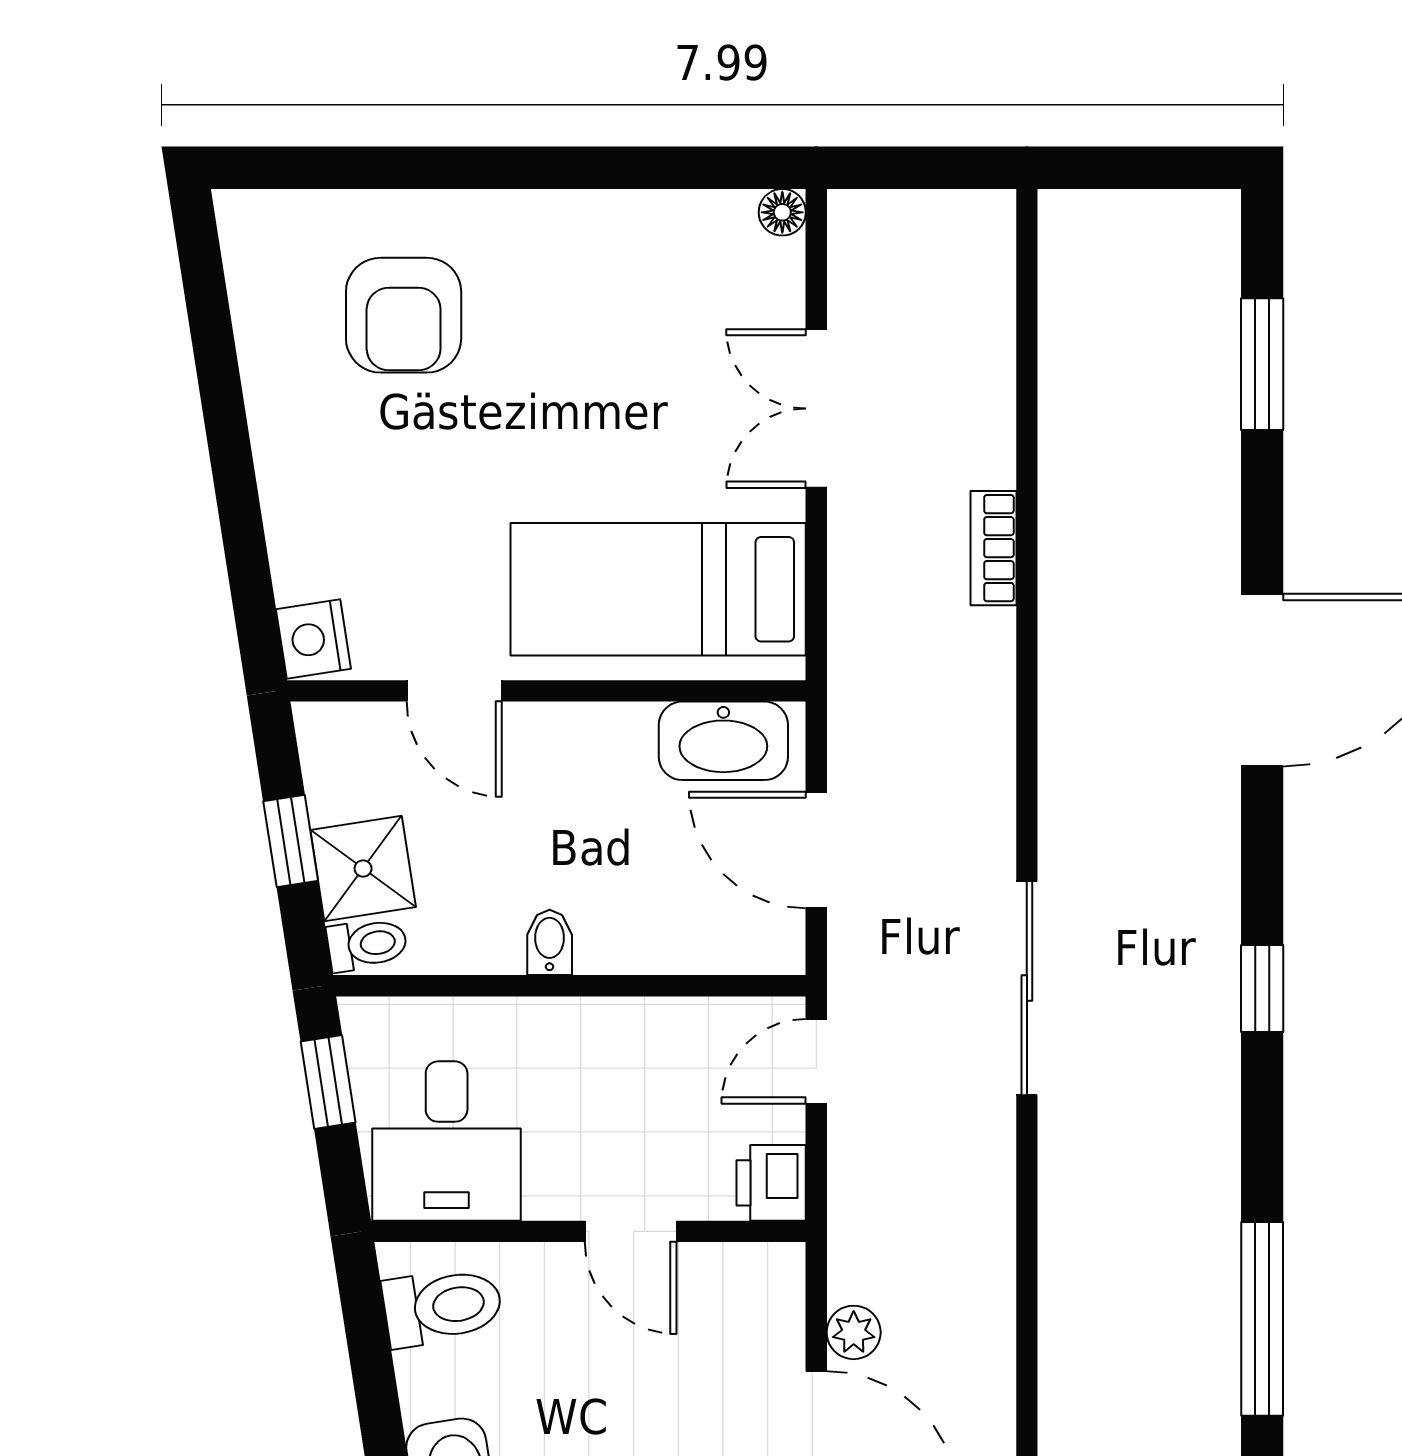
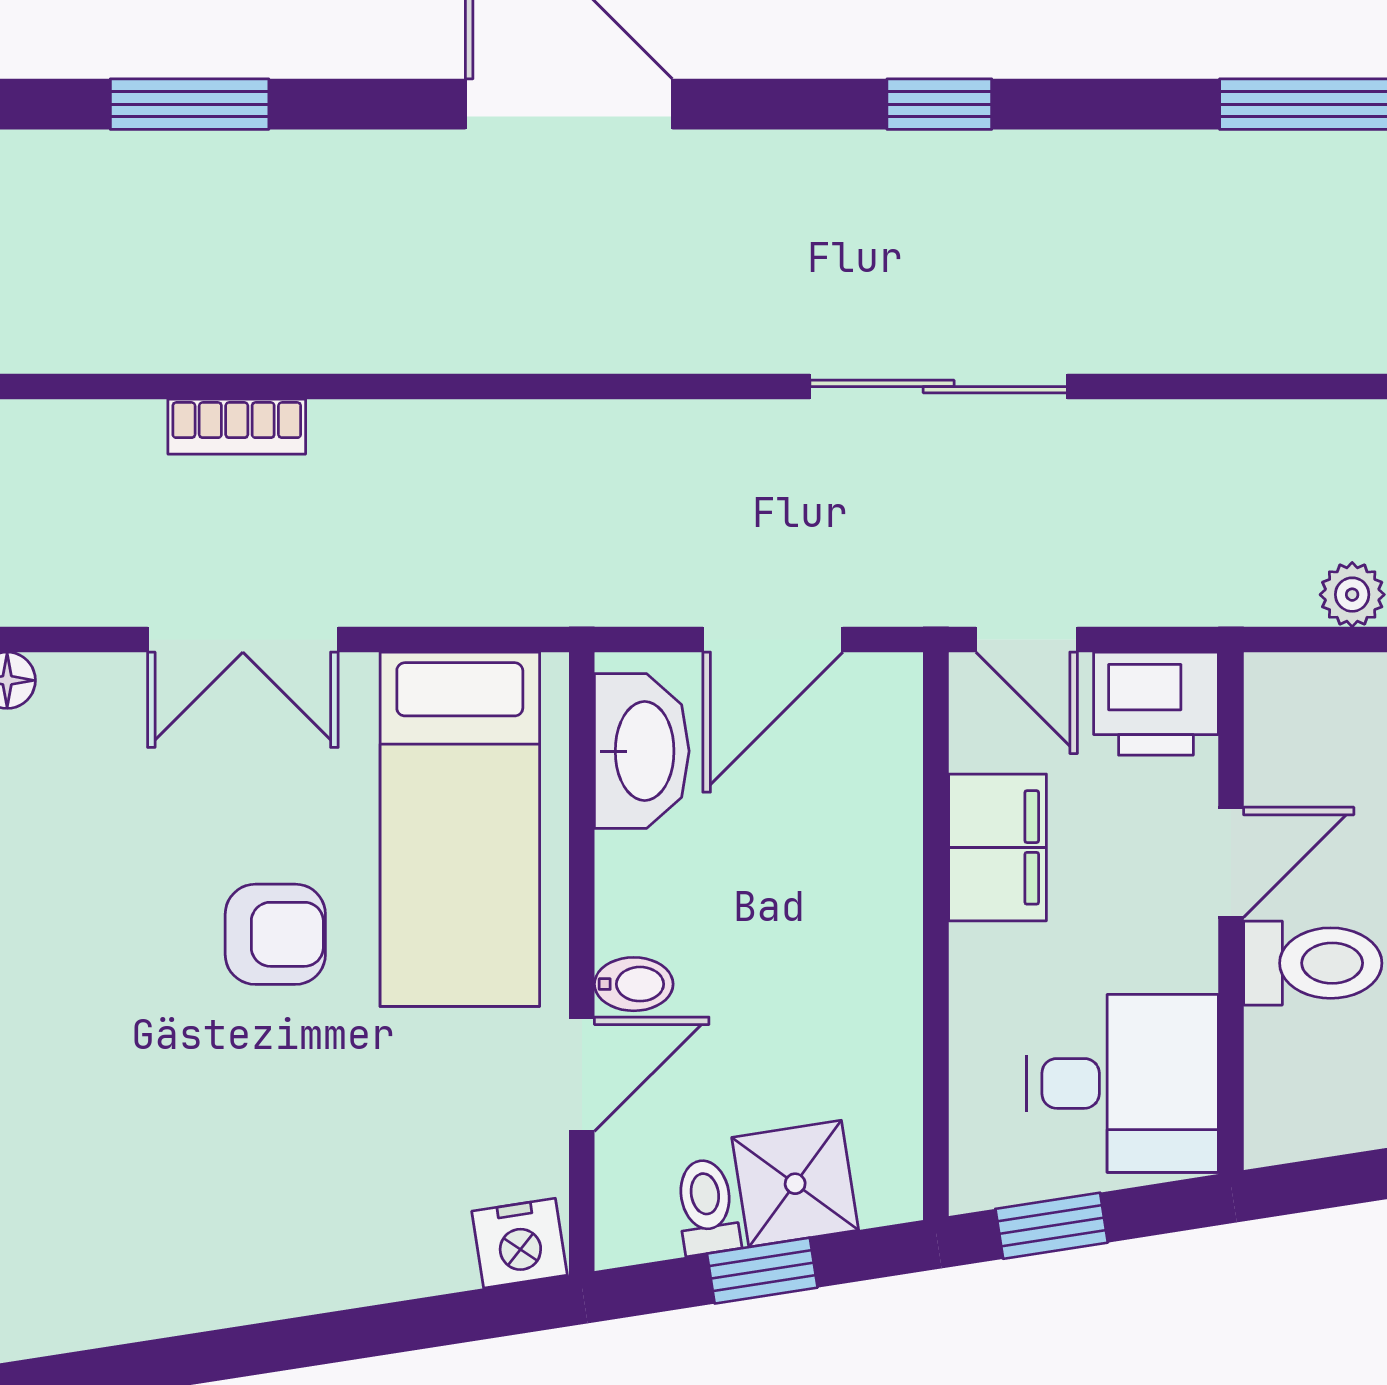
armchair: (404, 315) -> (275, 934), moved, width x0.72, depth x0.72
bookcase: (993, 548) -> (237, 427), moved
bidet: (550, 942) -> (634, 984), moved, turned 180
toilet: (367, 944) -> (707, 1207), moved
filing cabinet: (643, 1037) -> (997, 847), added
printer: (771, 1183) -> (1156, 704), width x1.36, depth x1.24
toilet: (443, 1307) -> (1313, 963), moved, turned 99

